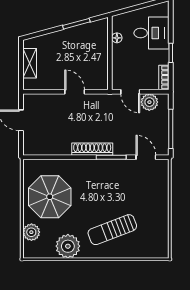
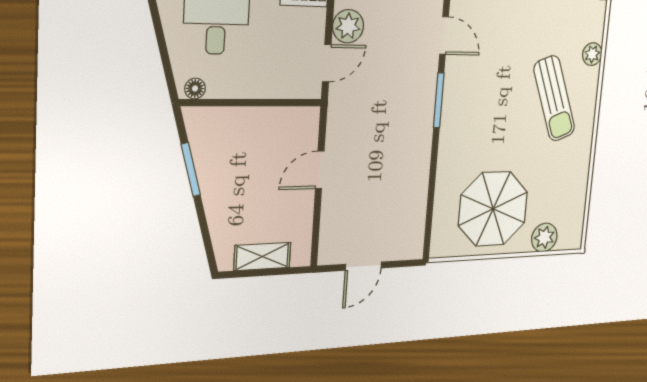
floor lamp: (117, 38) -> (195, 89), moved
shoe rack: (92, 149) -> (422, 135), removed
door: (146, 157) -> (444, 36), swing flipped
plant: (68, 246) -> (592, 54), moved, width x0.53, depth x0.53

